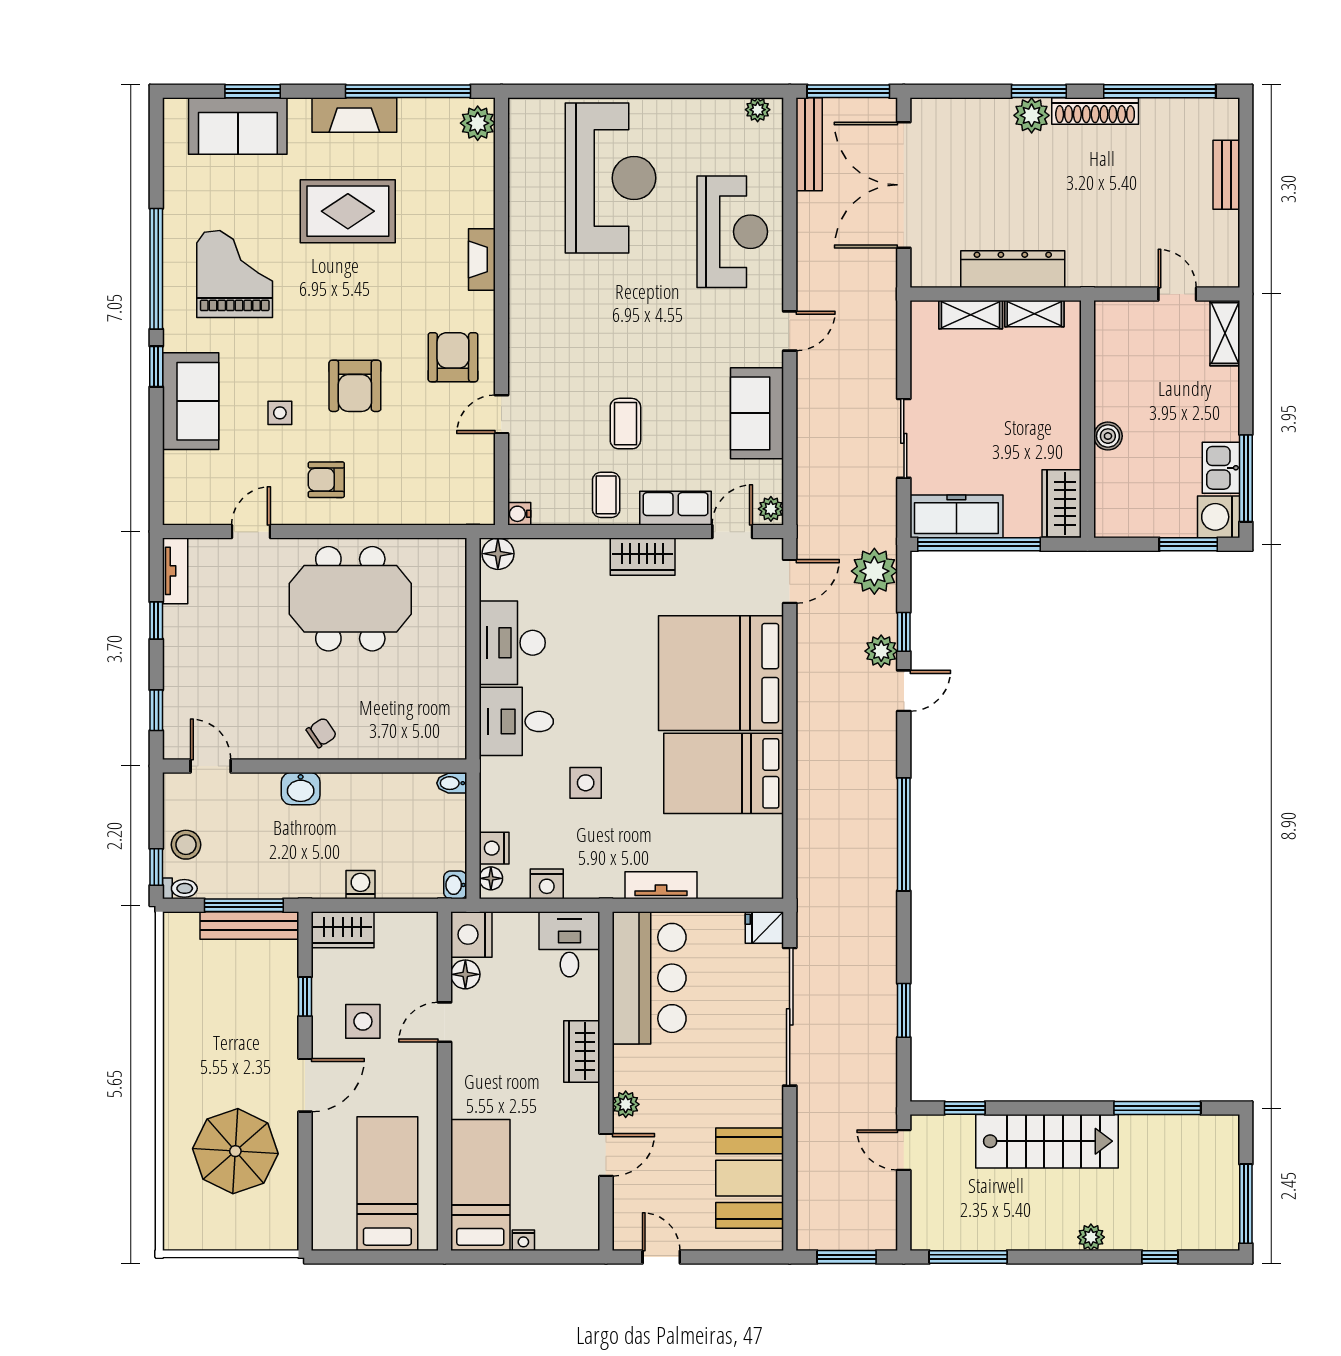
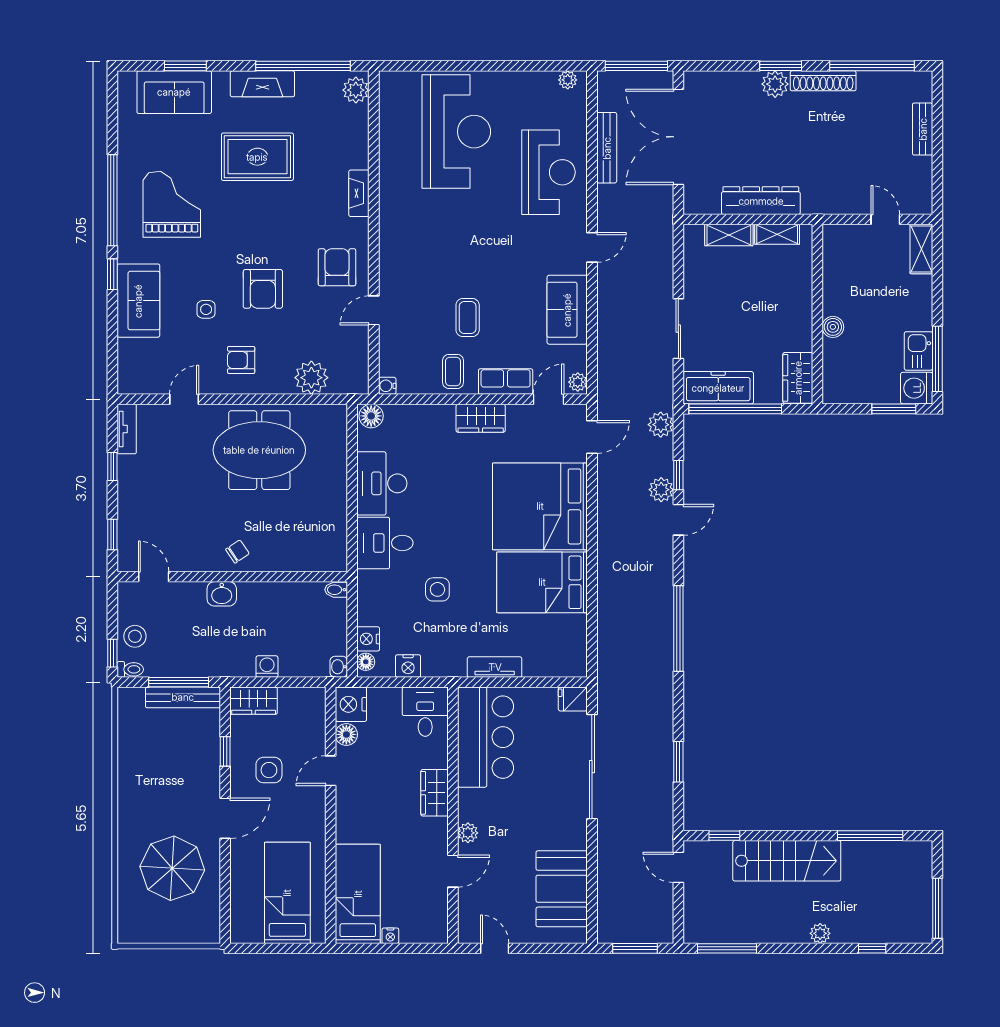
bench: (809, 144) -> (607, 148), moved
plant: (419, 503) -> (311, 378), added
plant: (874, 571) -> (661, 425), width x0.73, depth x0.73

